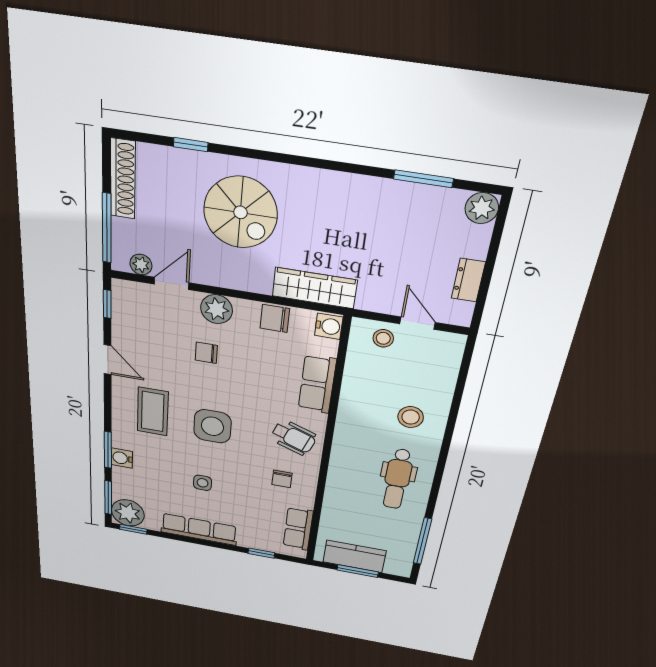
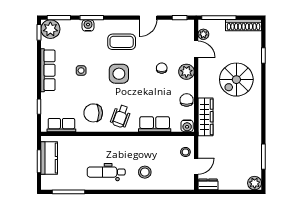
dresser: (468, 280) -> (208, 184), moved
chair: (282, 479) -> (93, 113), width x1.87, depth x1.87

